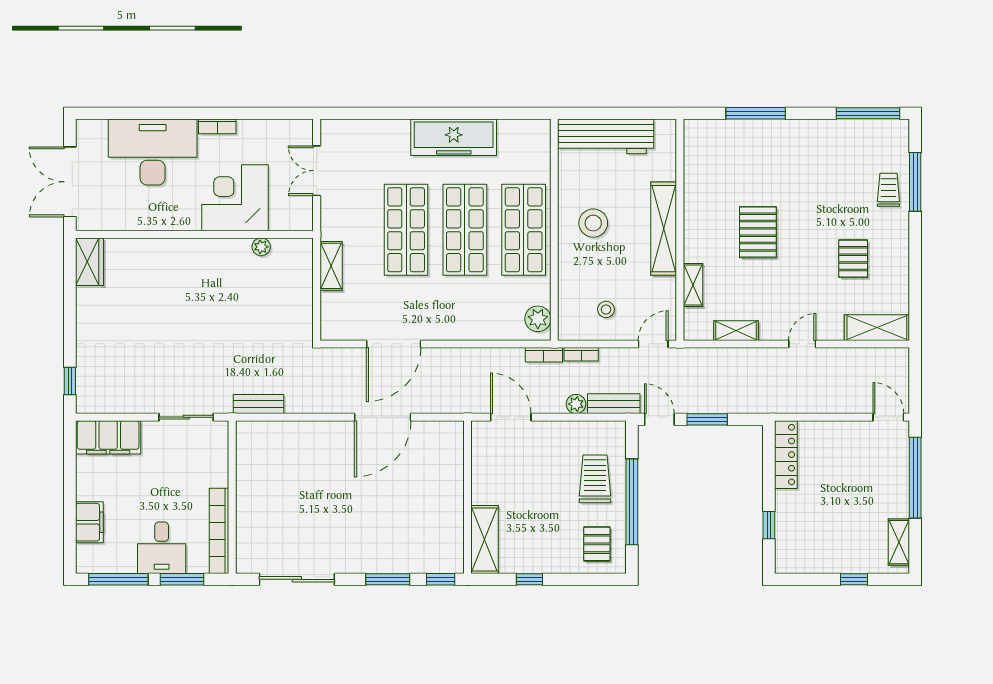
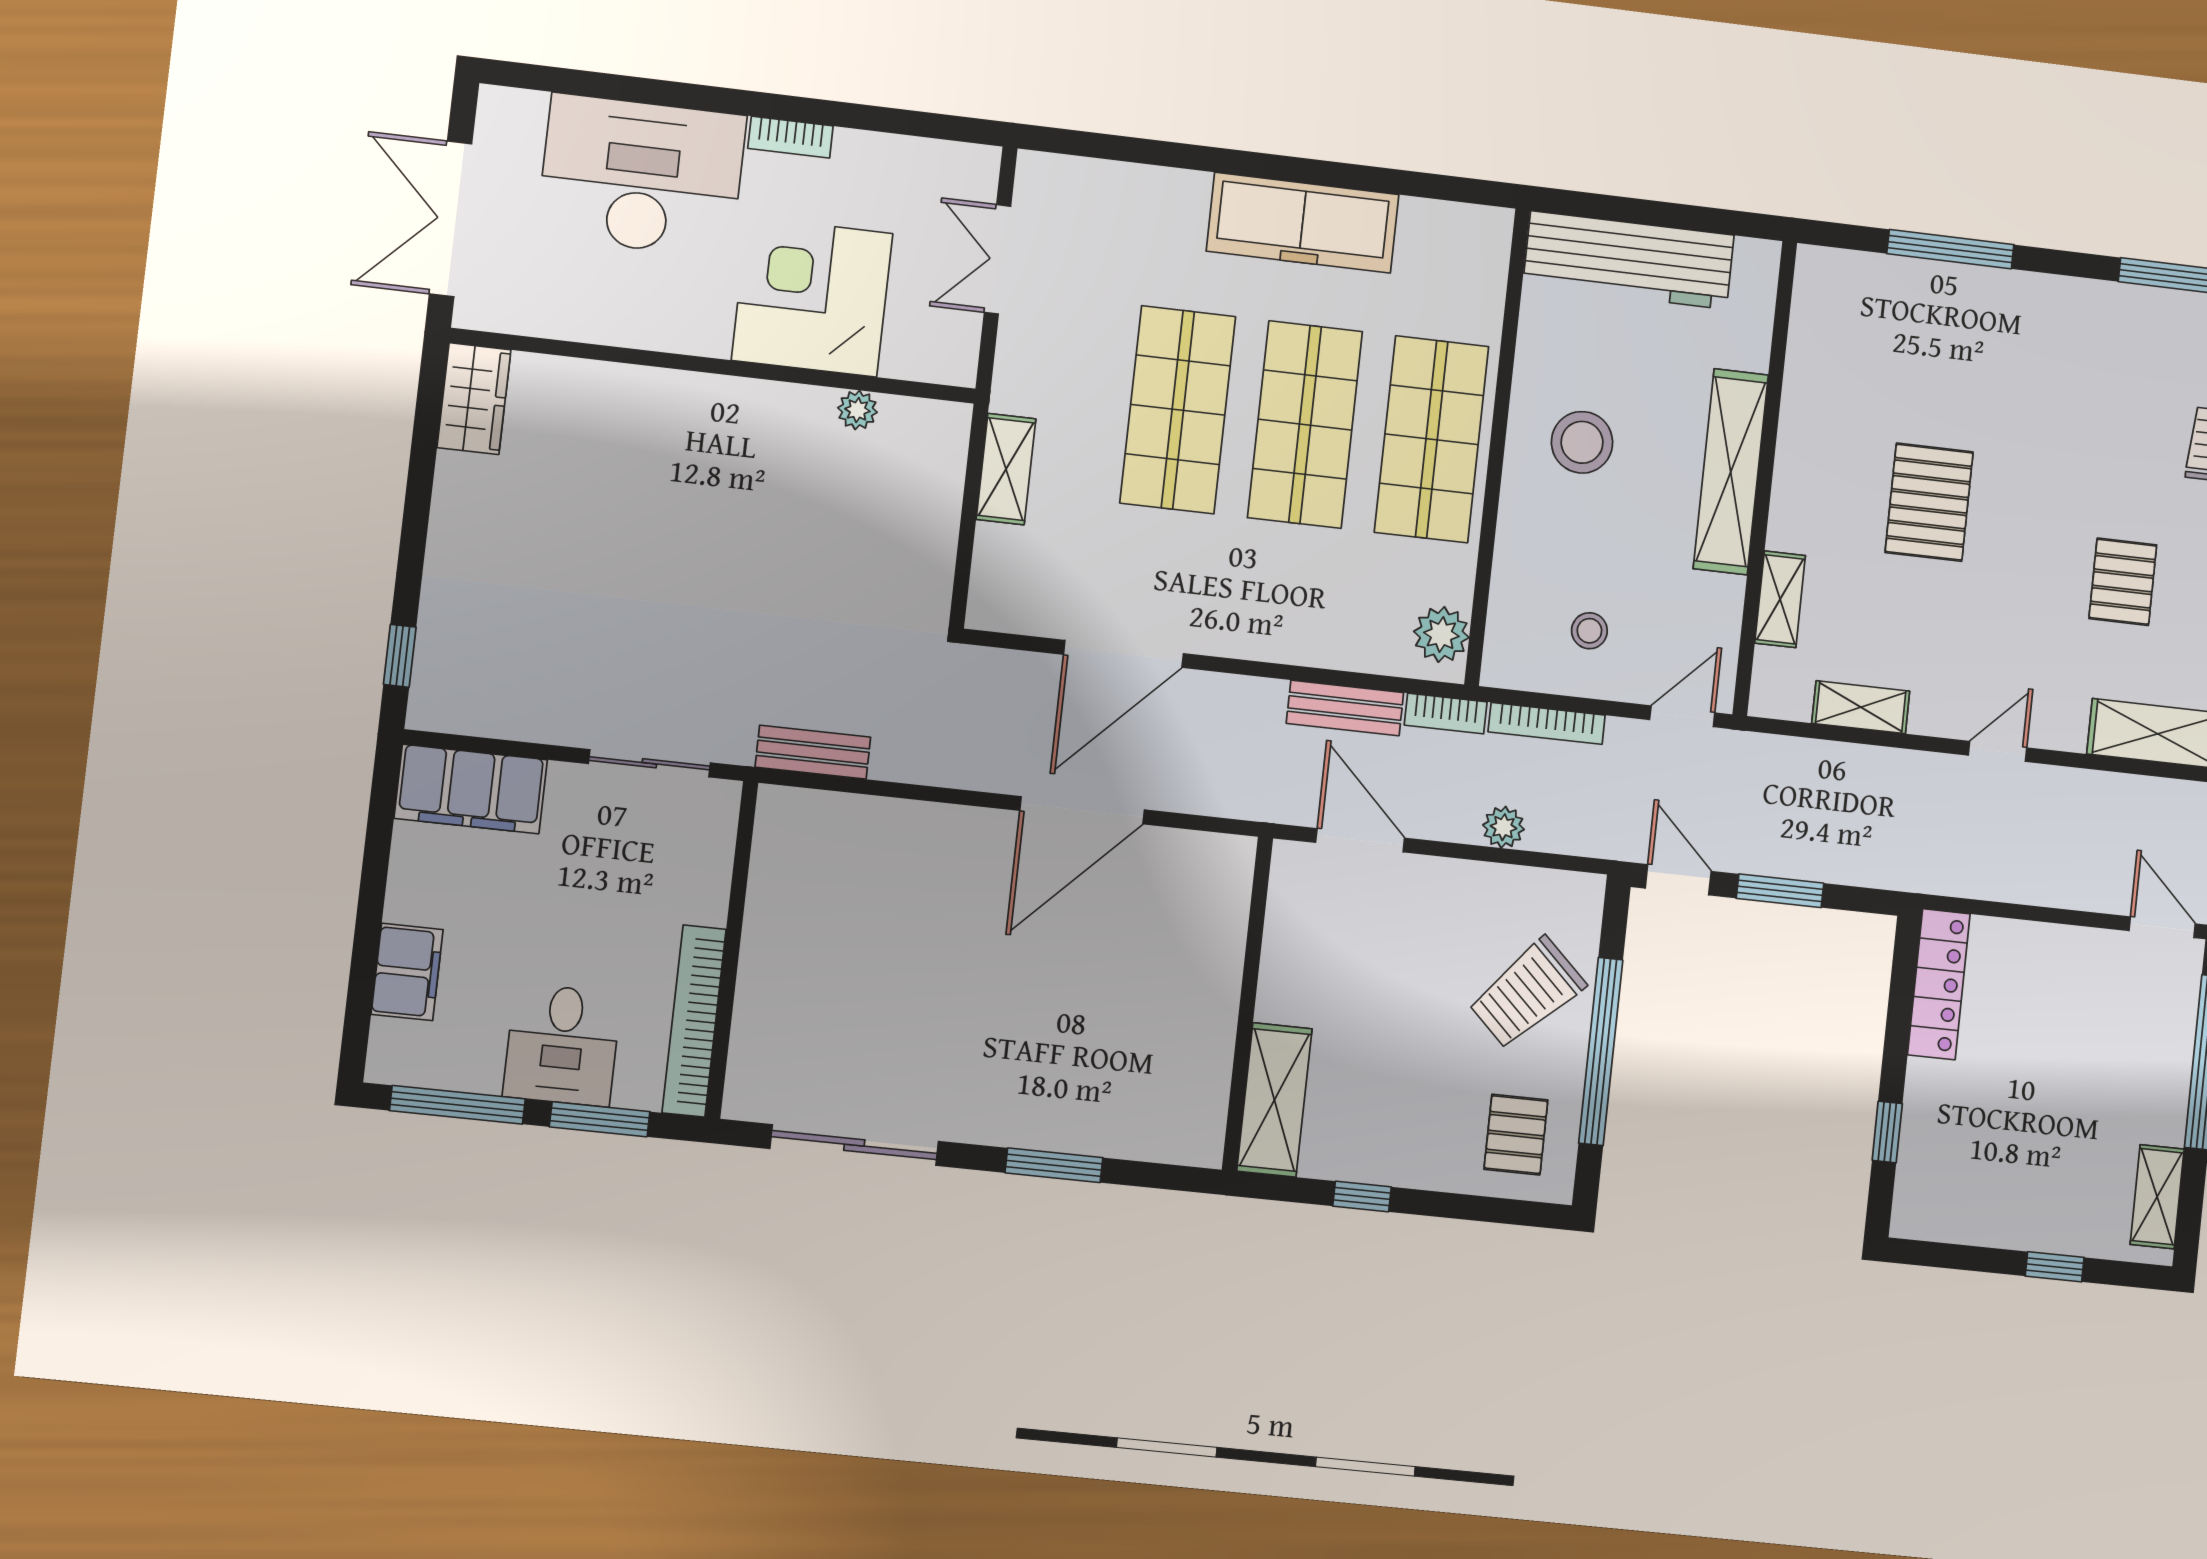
bookcase: (581, 354) -> (1547, 723), width x1.56
bench: (614, 404) -> (1345, 708), moved
trolley: (595, 479) -> (1527, 993), turned -136
window: (441, 579) -> (1169, 1177), removed

